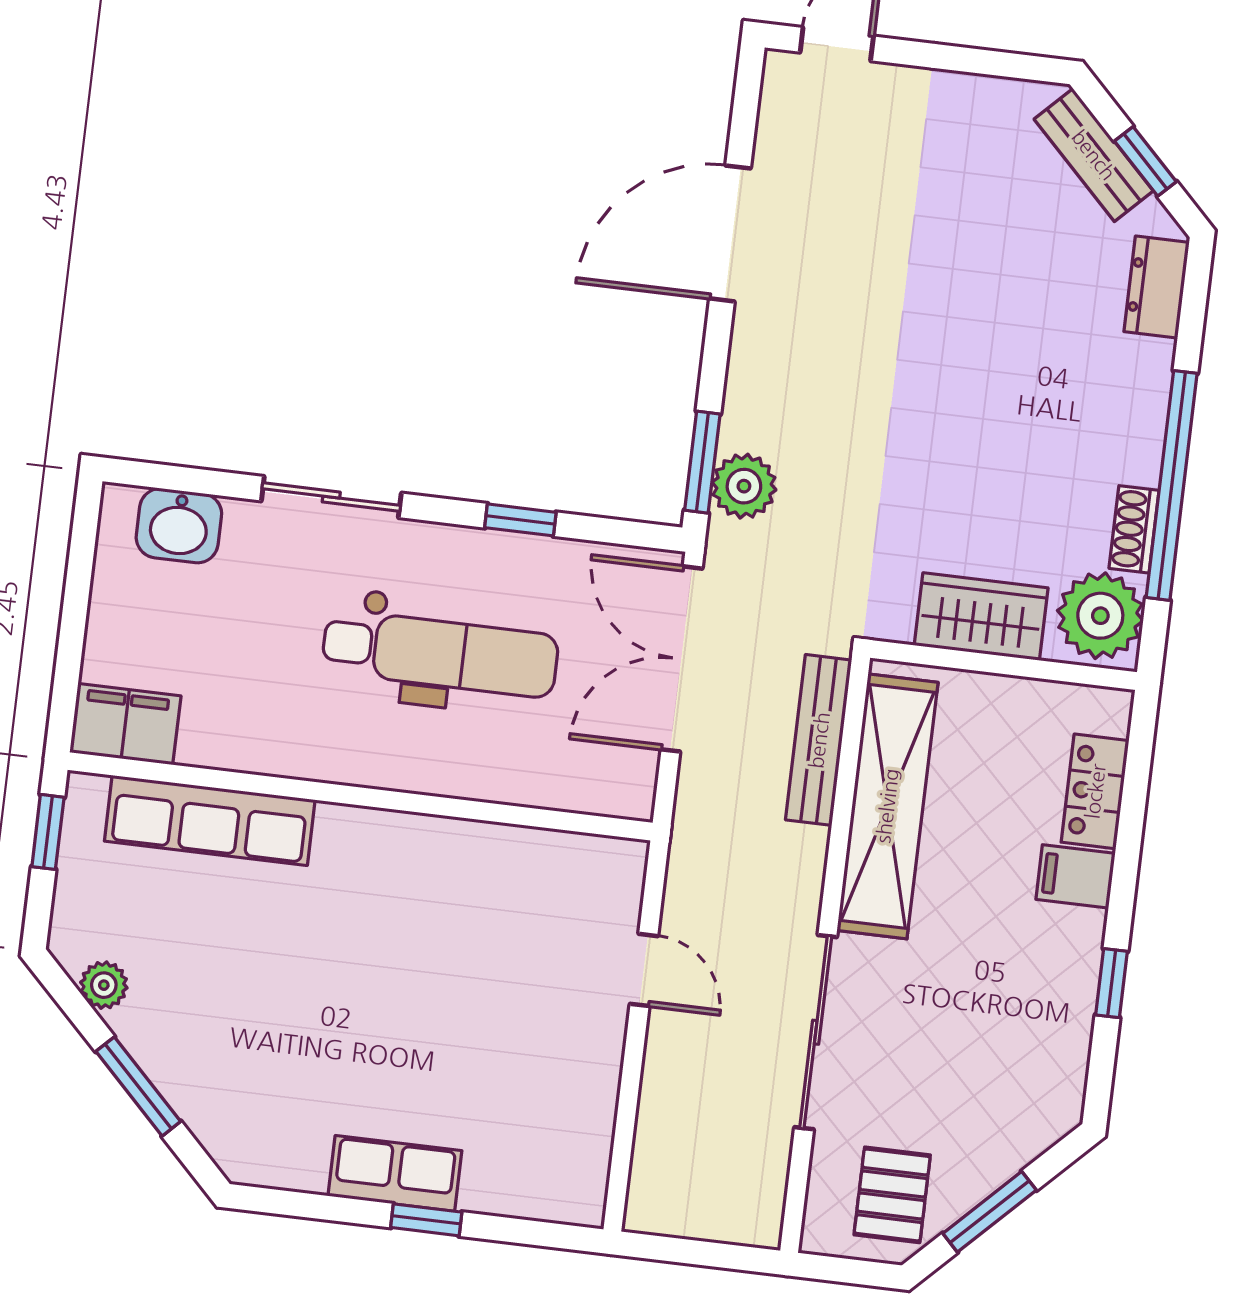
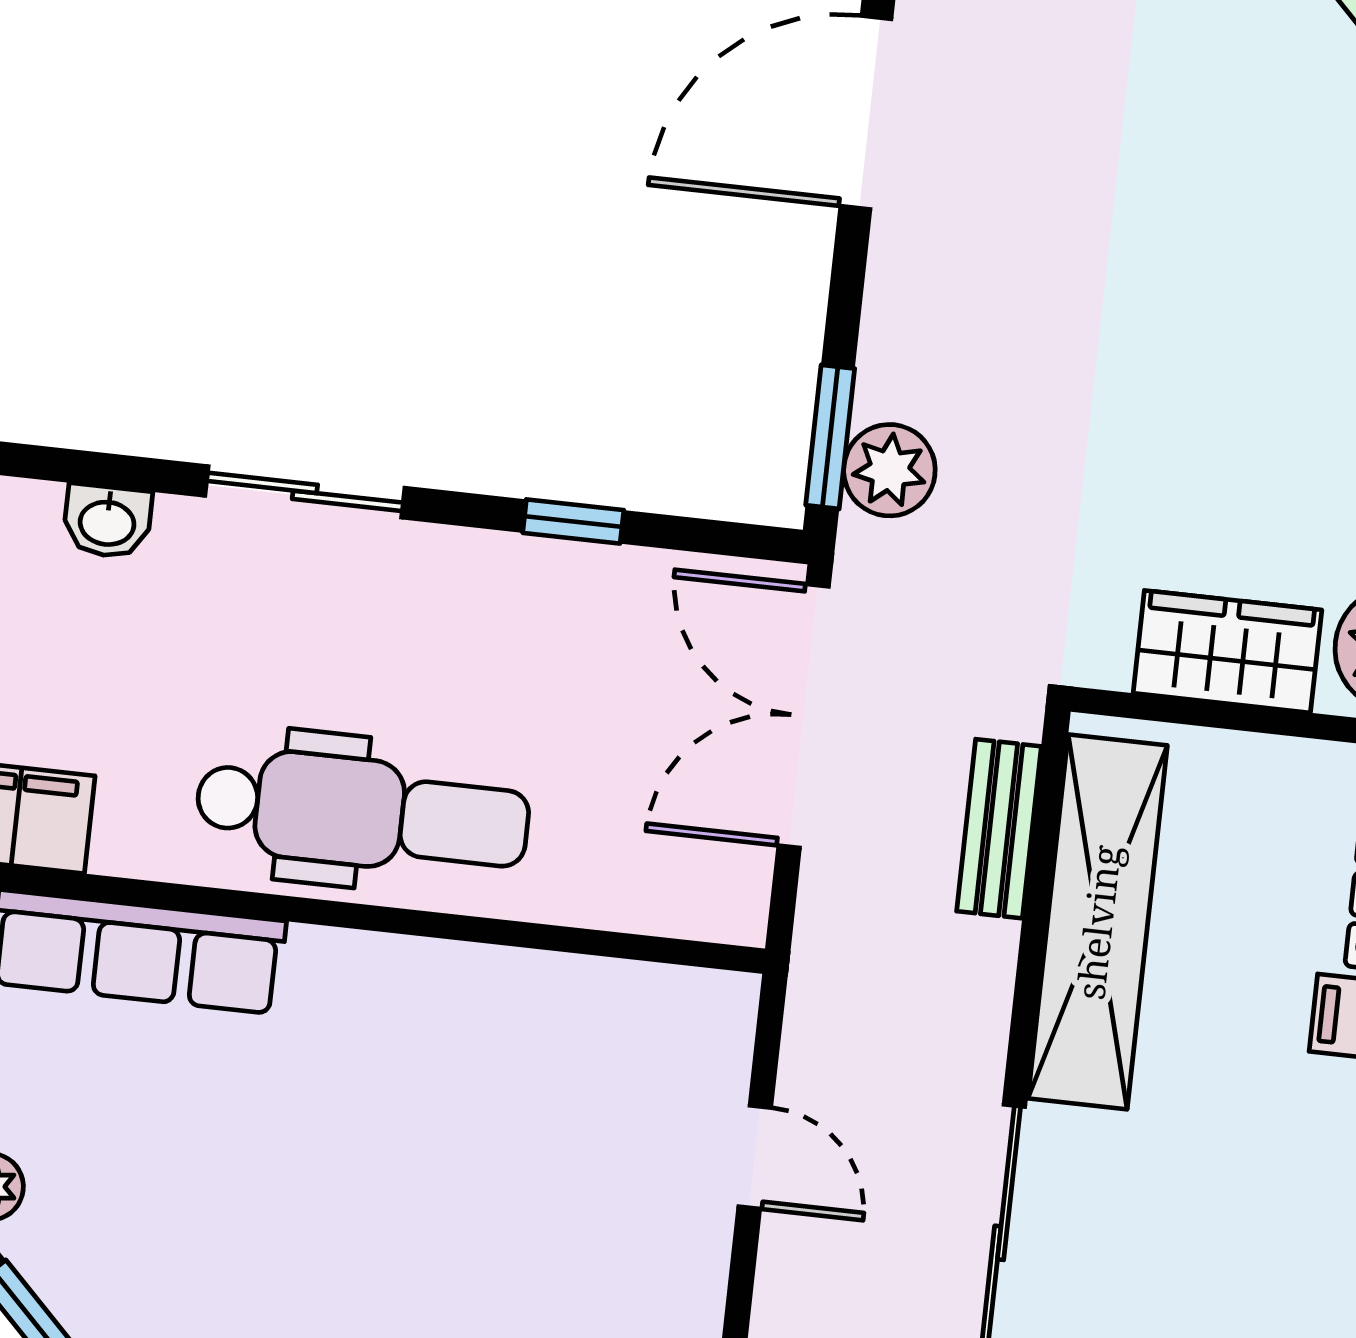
washbasin: (179, 526) -> (107, 521), width x0.72, depth x0.69
dental chair: (440, 654) -> (363, 813), moved
bench: (819, 740) -> (999, 829), width x0.73

